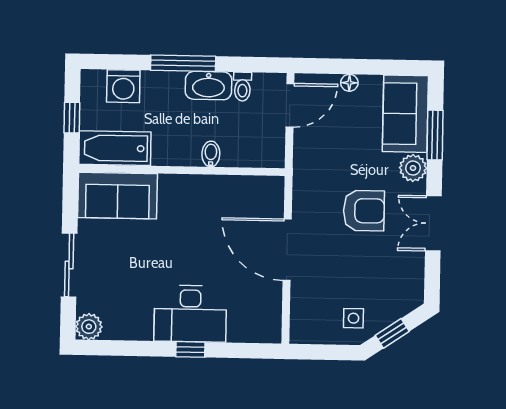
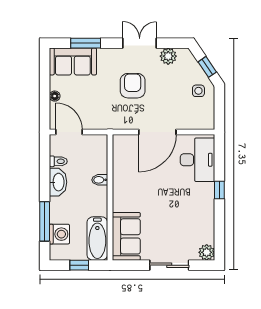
window: (183, 63) -> (45, 221), moved
plant: (413, 168) -> (168, 56), moved
double door: (433, 223) -> (140, 43), swing flipped
desk: (190, 314) -> (198, 160), moved

